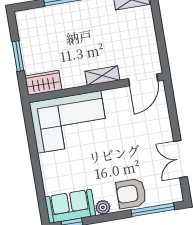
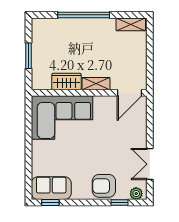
wardrobe: (43, 83) -> (67, 82), moved
plant: (103, 207) -> (136, 194), moved
window: (153, 210) -> (120, 203), width x0.46

